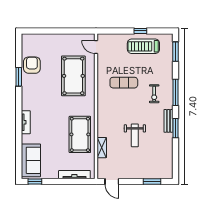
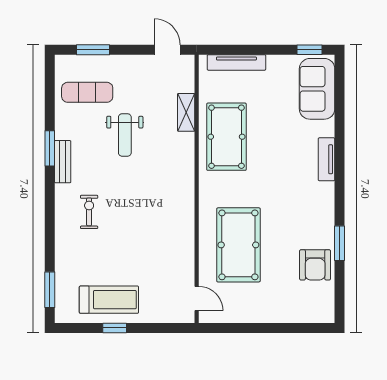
exercise mat: (124, 83) -> (87, 92), moved
window: (175, 92) -> (50, 214), removed
weight bench: (135, 135) -> (125, 135), turned 180

